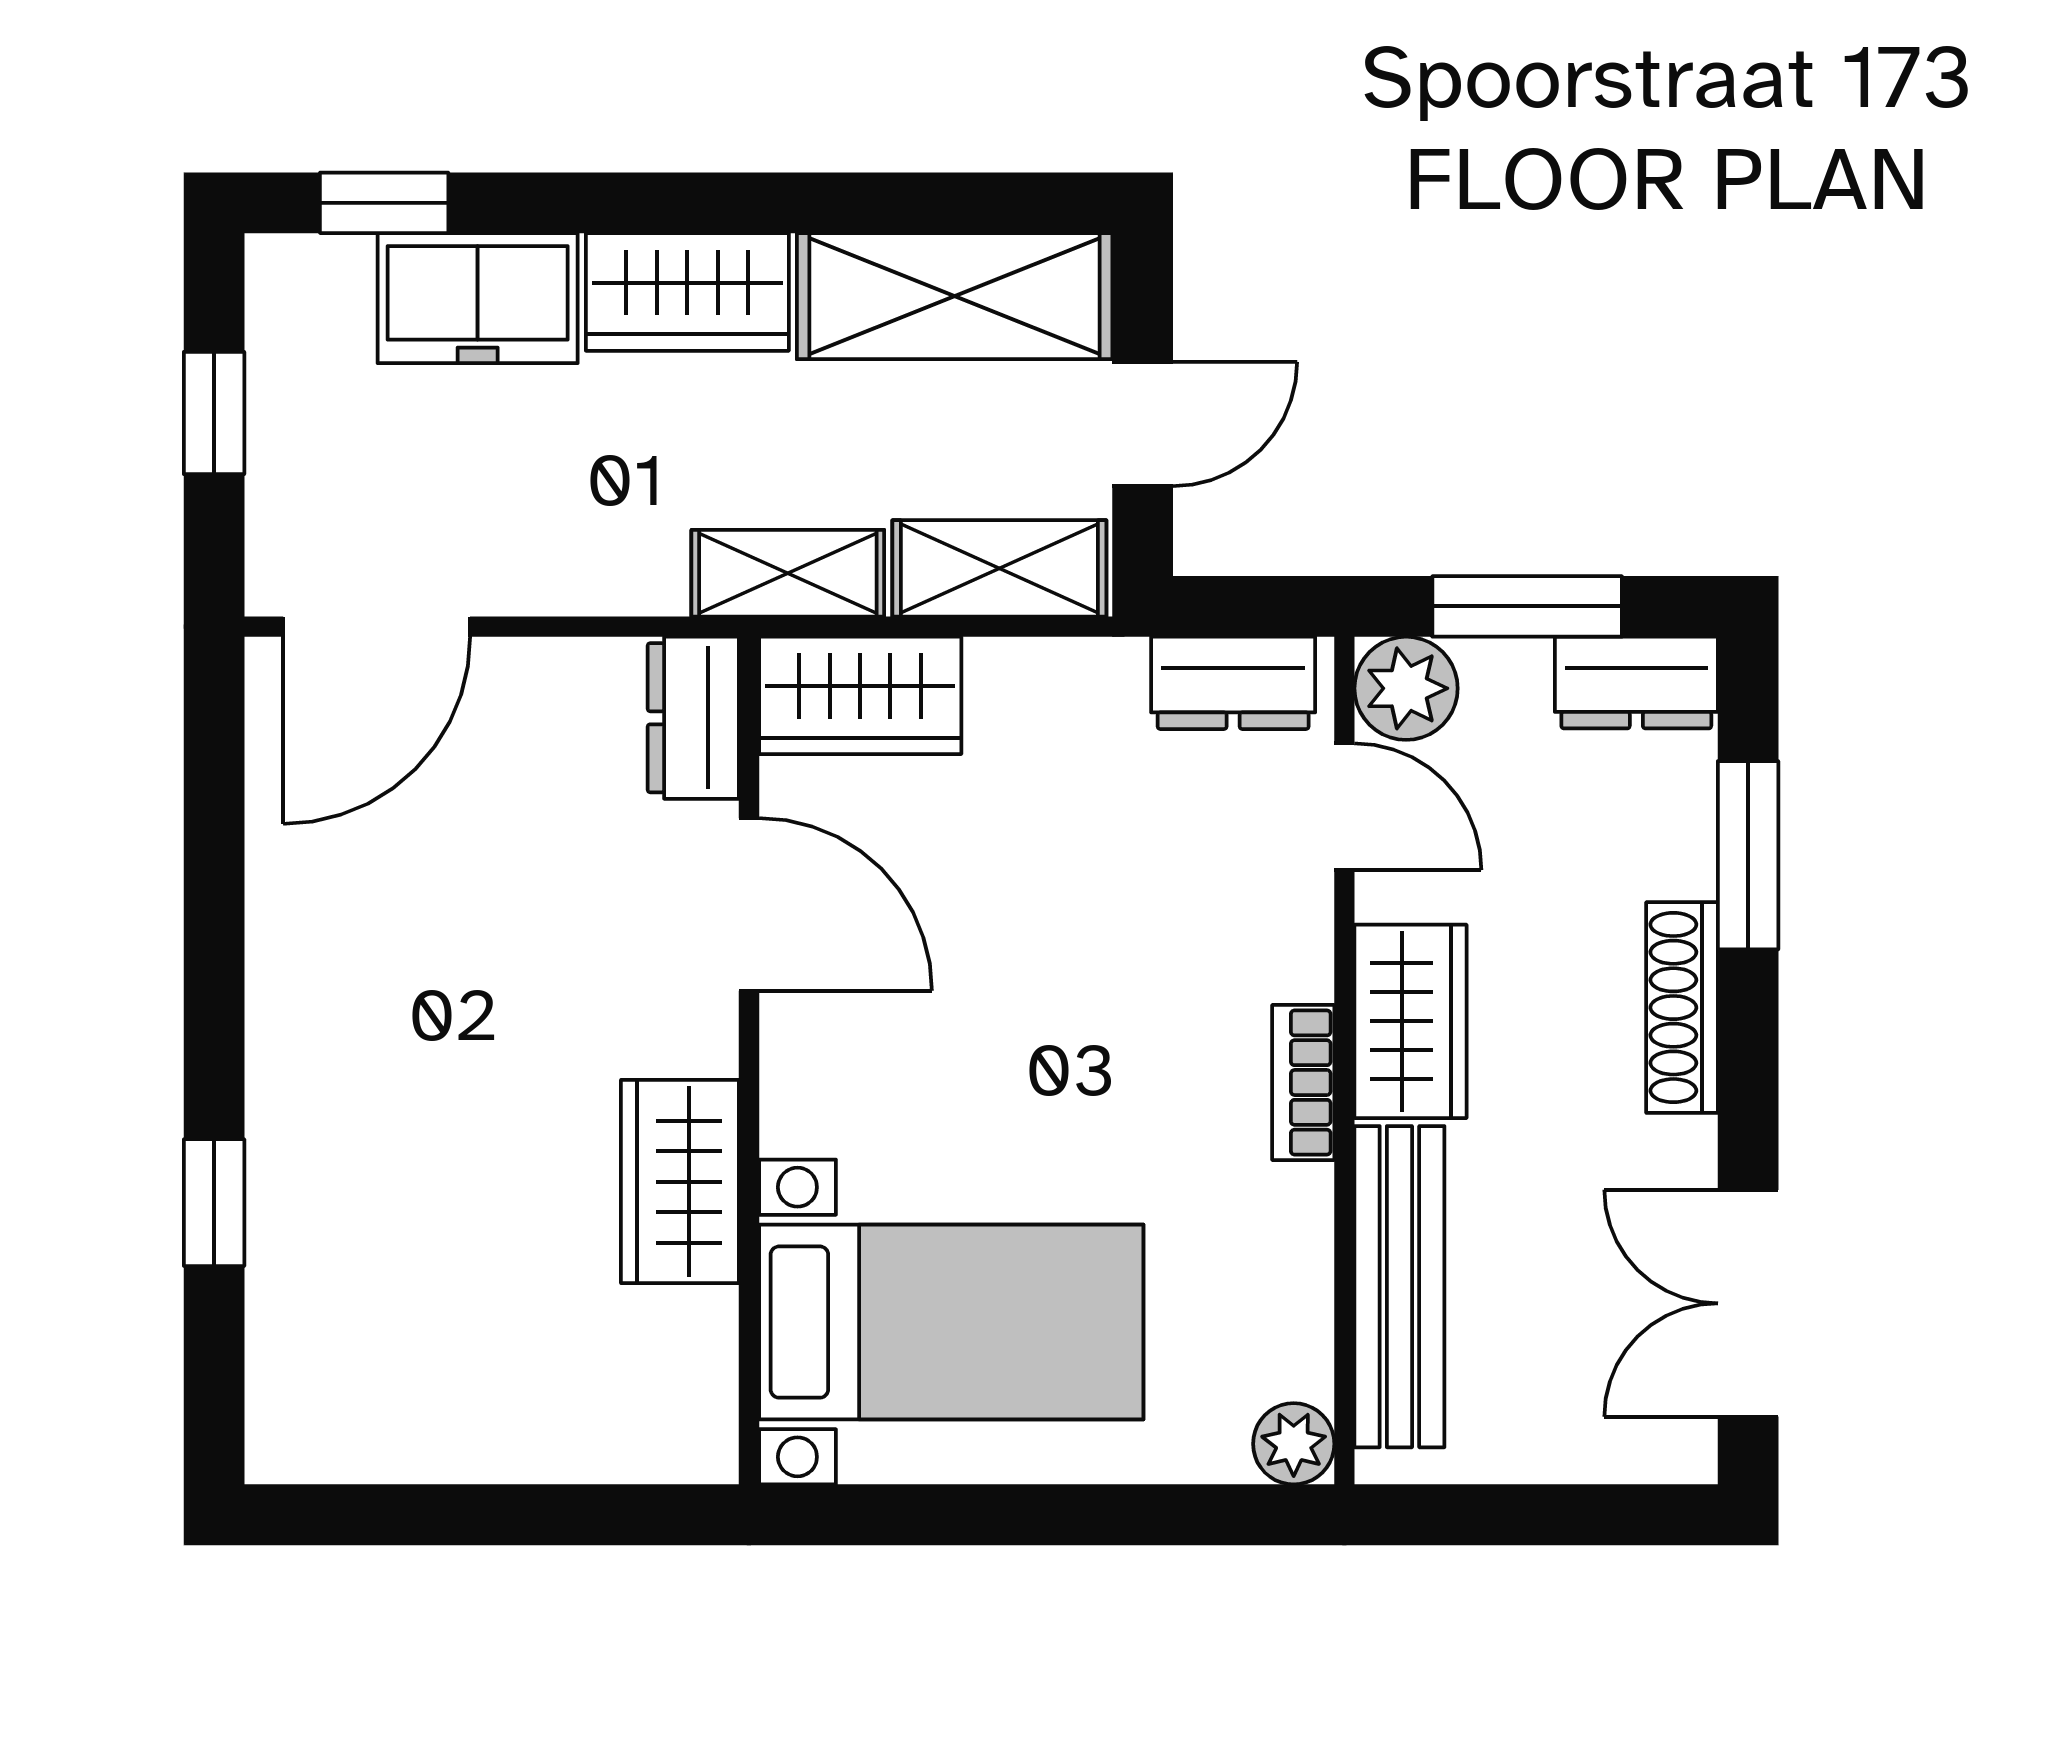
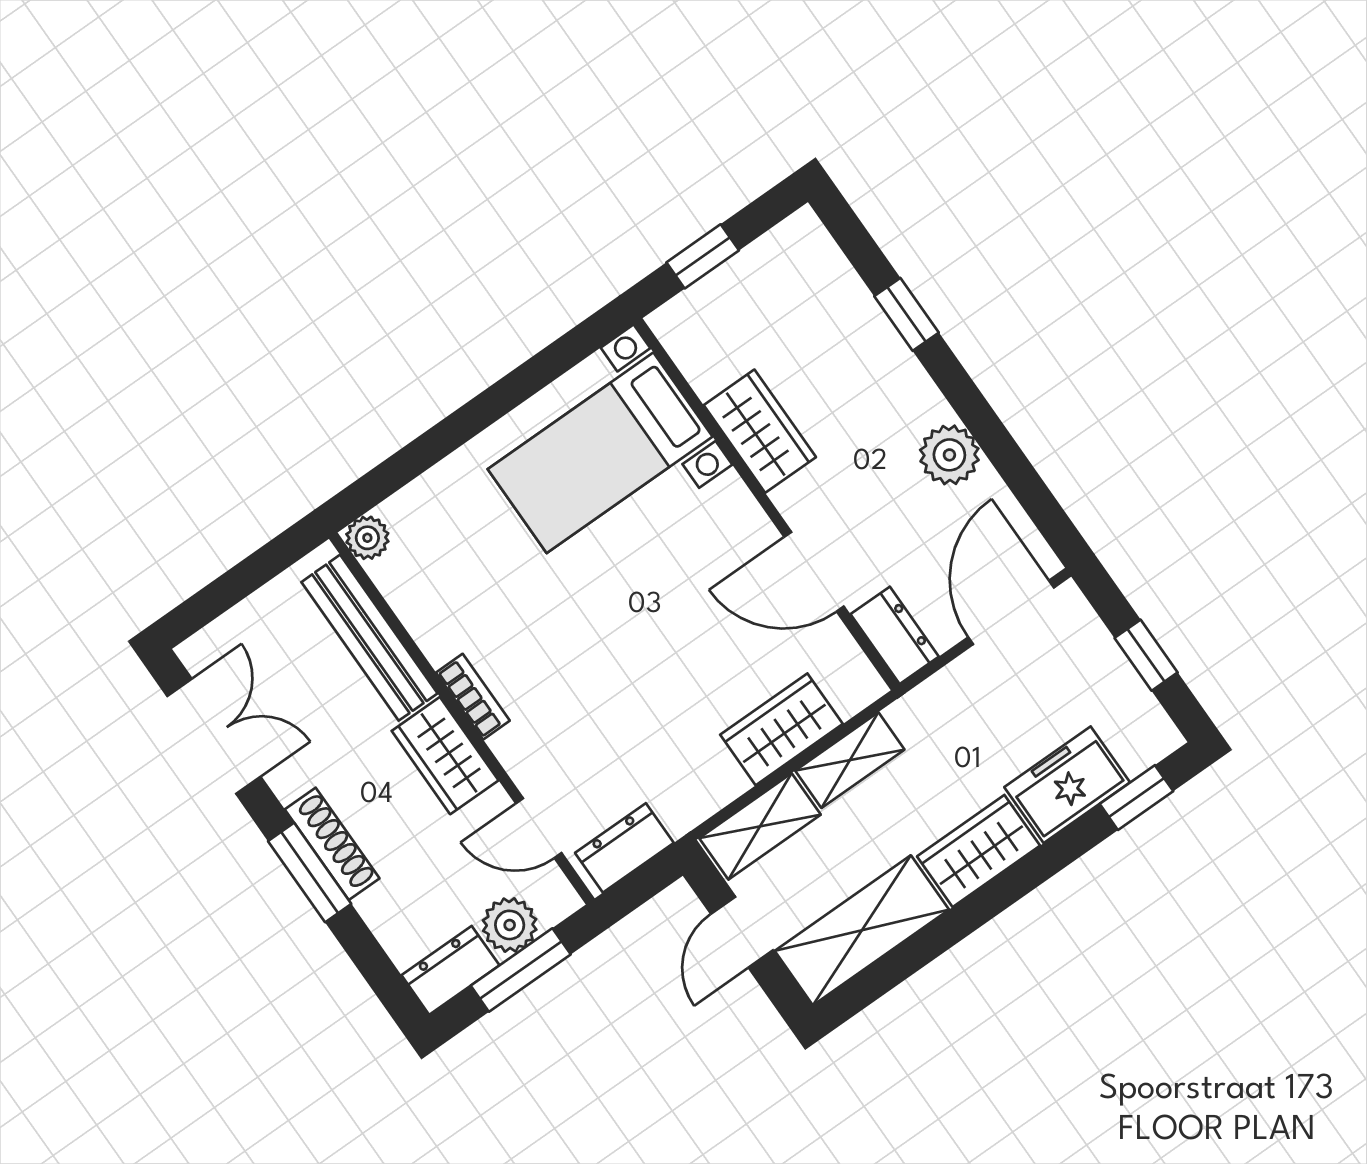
plant: (1406, 688) -> (510, 925), moved
dresser: (693, 718) -> (895, 635), moved
window: (1748, 855) -> (310, 872), moved
door: (749, 905) -> (814, 572), moved
plant: (301, 938) -> (949, 455), added
wall: (749, 1061) -> (767, 504), moved
wardrobe: (680, 1182) -> (760, 431), moved
bed with nightstands: (951, 1322) -> (600, 453), moved
window: (467, 1515) -> (703, 256), added

